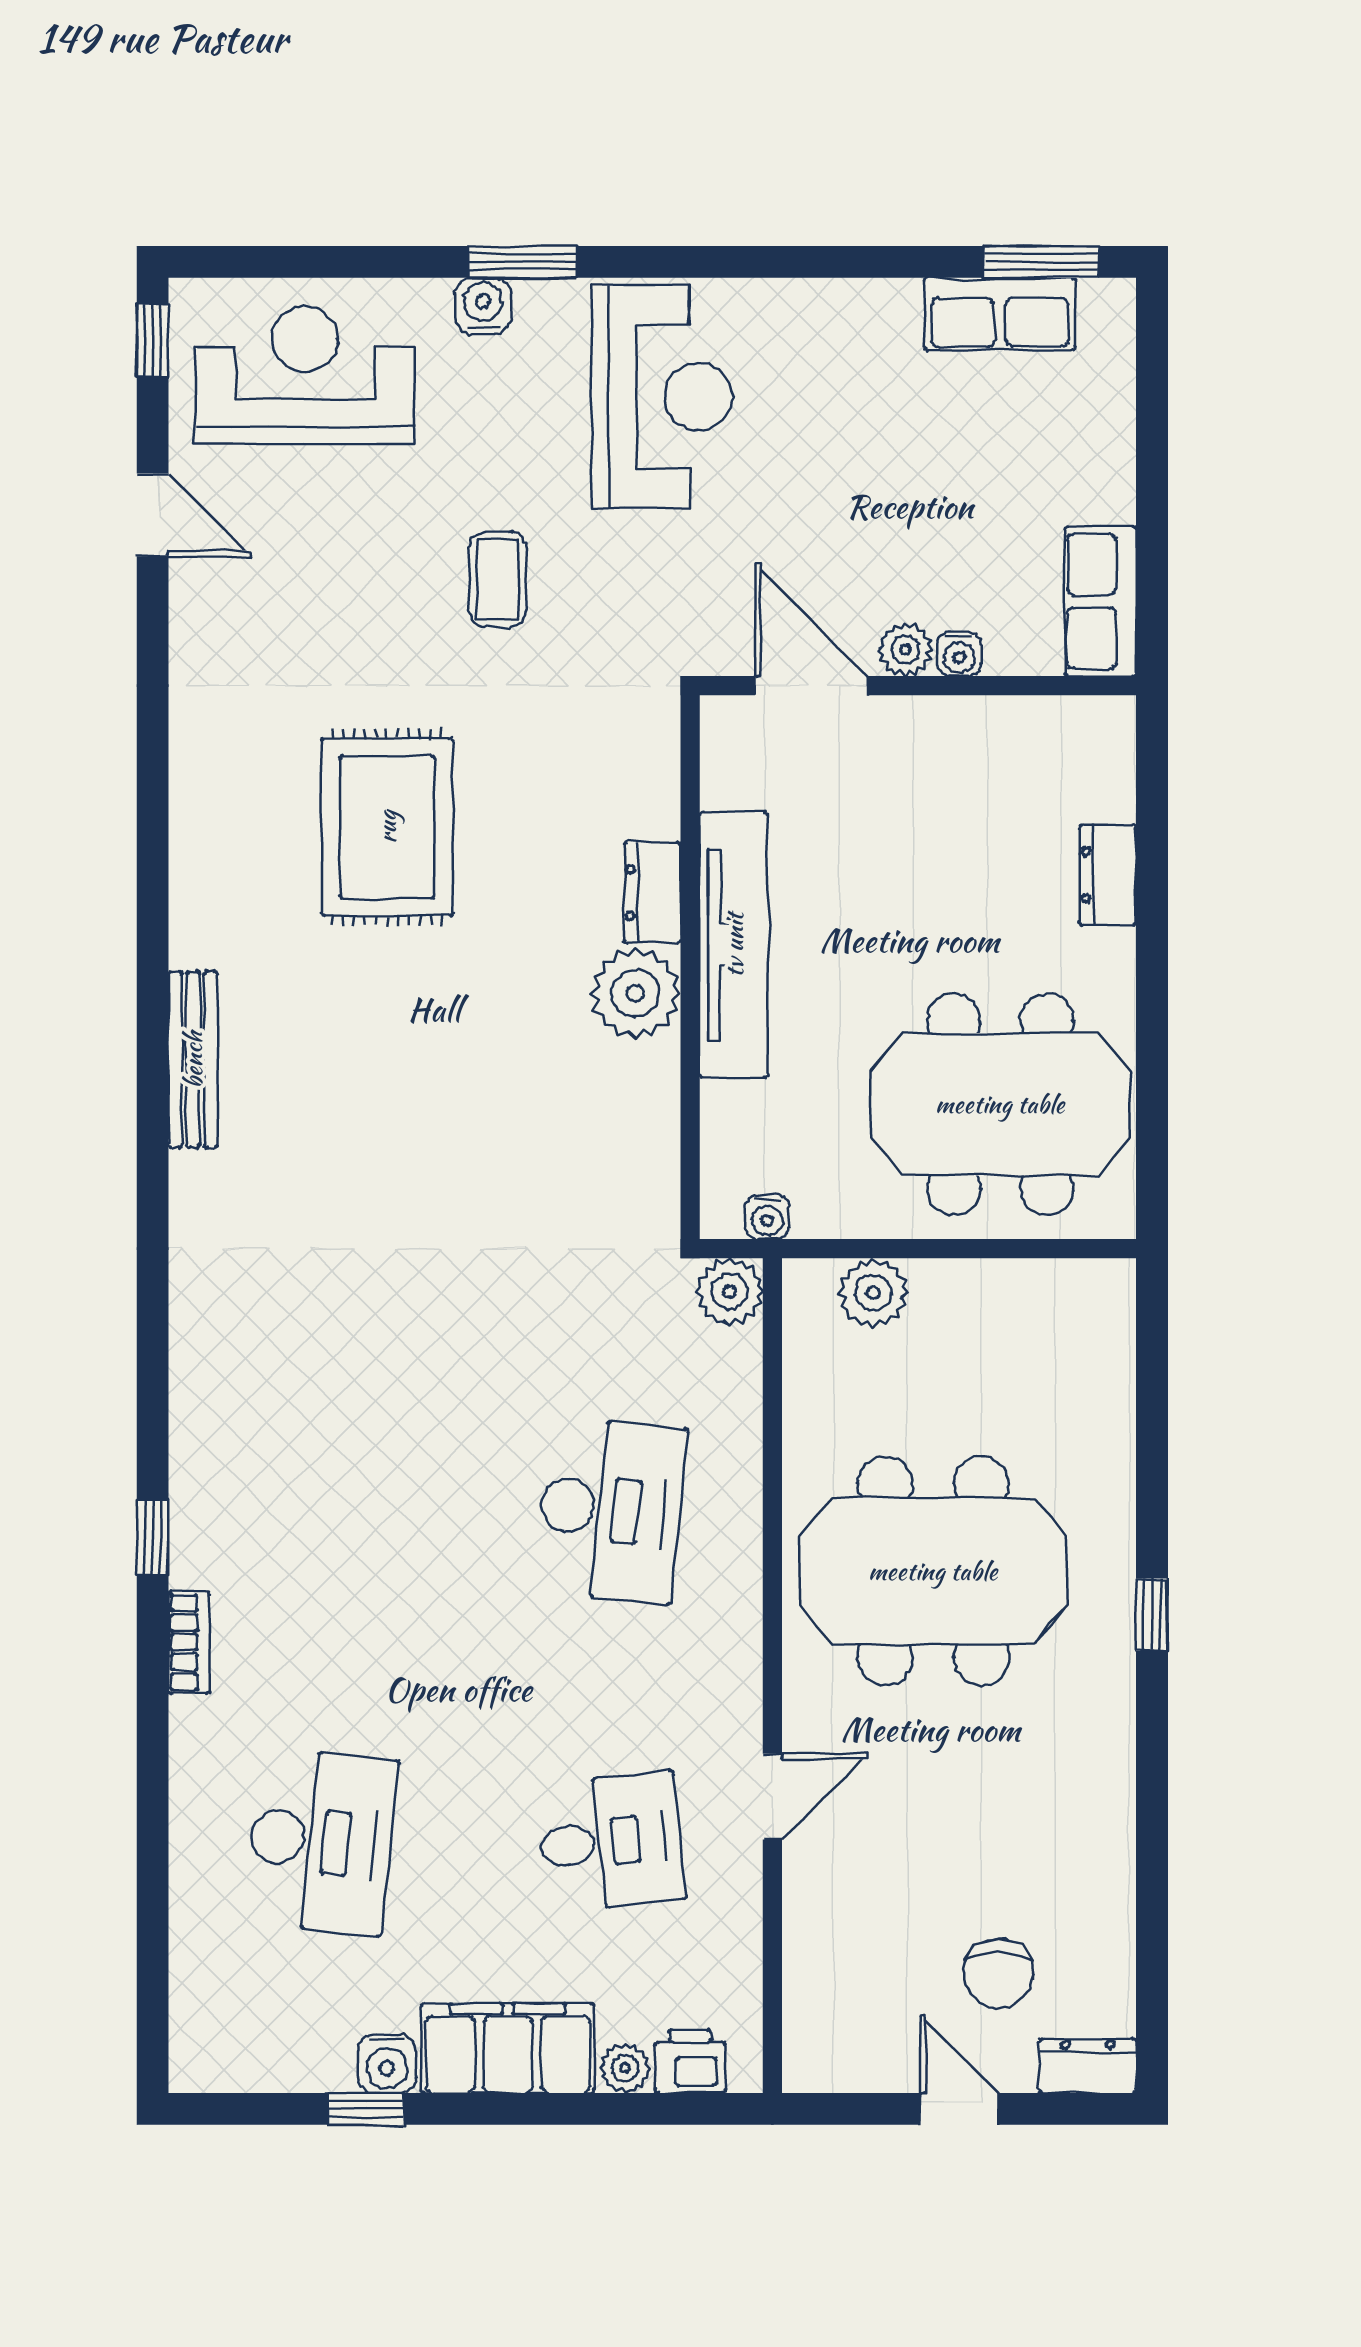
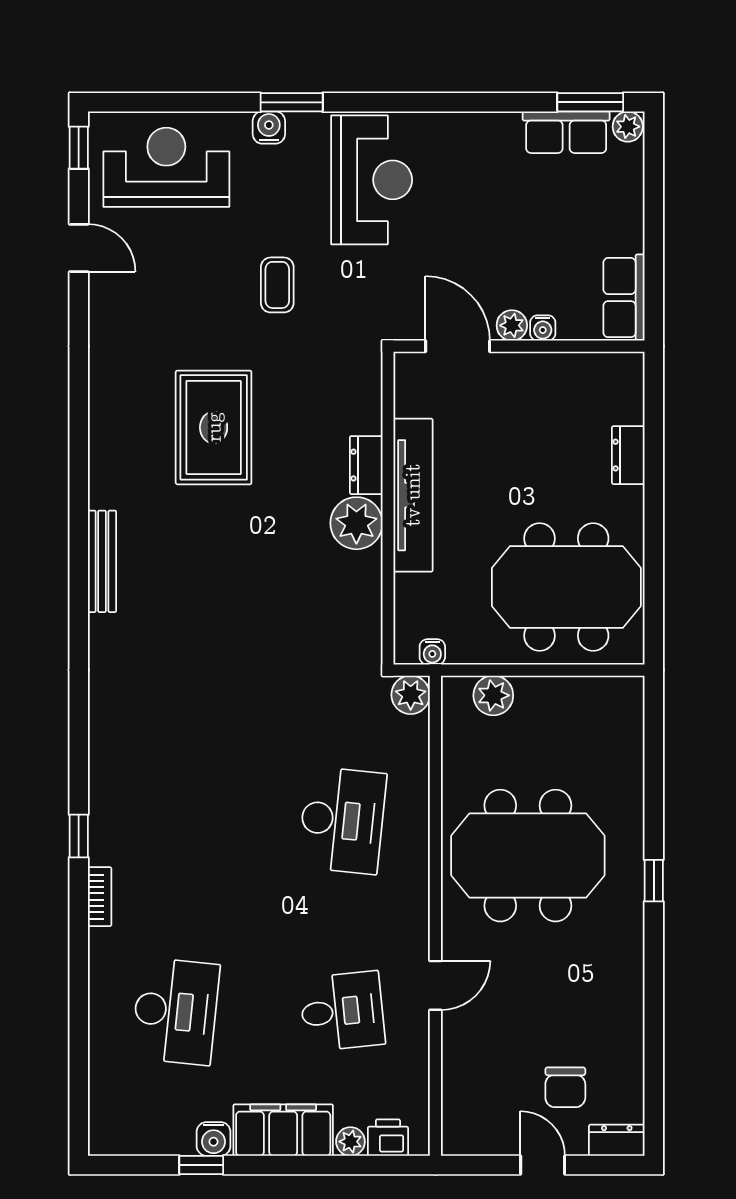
plant: (1107, 304) -> (628, 127), added

